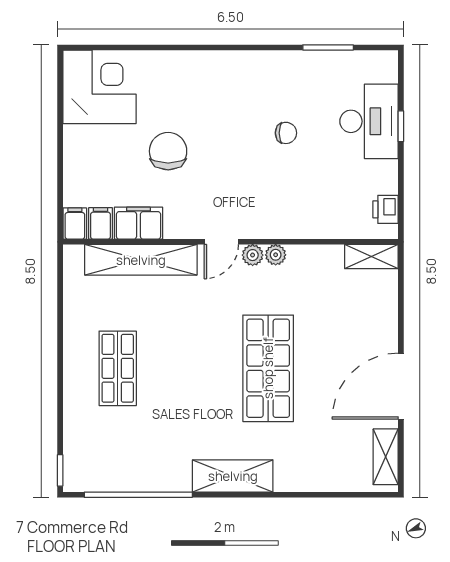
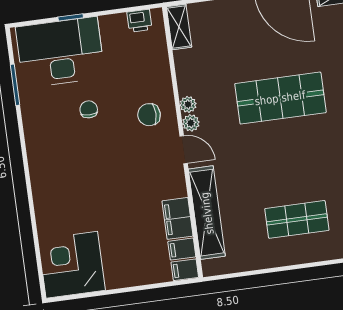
desk: (369, 121) -> (60, 52), width x1.36, depth x1.30
chair: (168, 151) -> (149, 115), moved, width x0.73, depth x0.73

